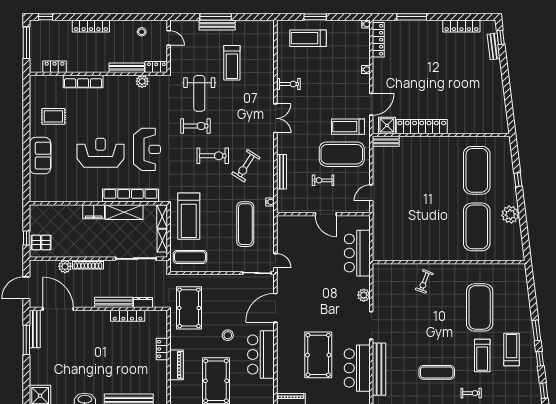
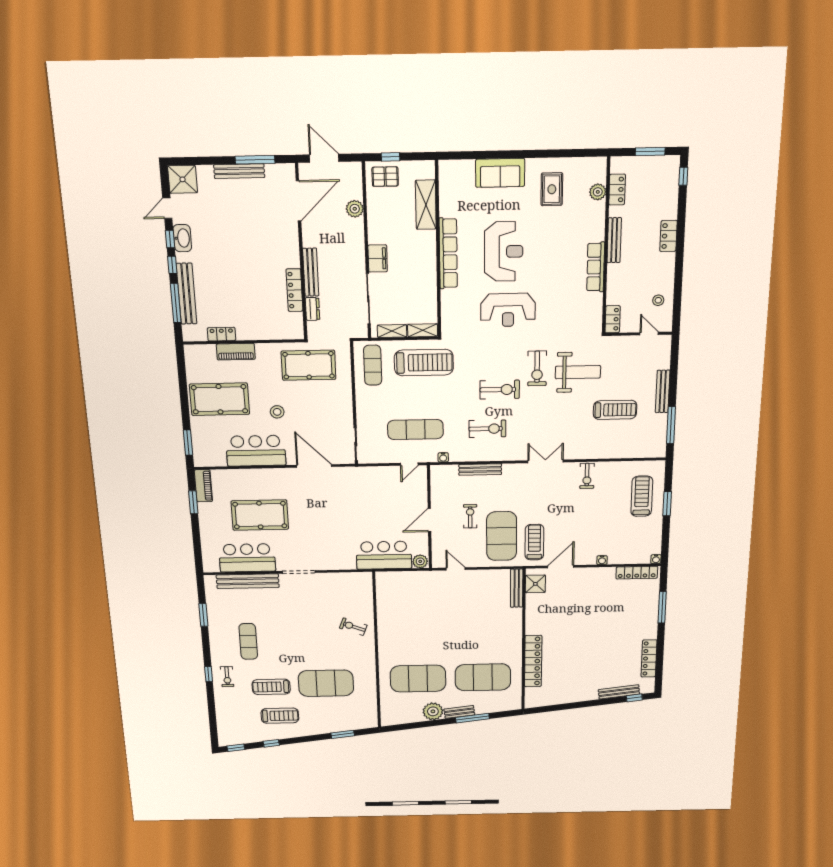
window: (216, 17) -> (671, 425), moved
locker: (91, 26) -> (669, 236), width x0.66
door: (169, 38) -> (649, 334), swing flipped
window: (26, 43) -> (650, 151), width x0.69
bench: (494, 46) -> (619, 692), width x1.36
treadmill: (232, 63) -> (615, 410), turned 180
bench: (127, 68) -> (614, 240), moved
row of seats: (83, 81) -> (596, 267), moved
plant: (142, 81) -> (598, 192), moved
weight bench: (199, 93) -> (578, 372), turned 180
door: (371, 104) -> (561, 567), swing flipped
double door: (275, 118) -> (545, 461), swing flipped
locker: (422, 127) -> (533, 661), moved
bench: (386, 141) -> (517, 588), width x1.36
exercise bike: (213, 156) -> (500, 390), turned -90
exercise bike: (246, 166) -> (487, 429), turned 147
window: (518, 180) -> (472, 718), width x2.17
bench: (511, 191) -> (459, 712), added
row of seats: (130, 196) -> (448, 253), moved
filing cabinet: (94, 212) -> (378, 258), moved, turned 180
shelving: (124, 212) -> (426, 205), moved
treadmill: (189, 216) -> (424, 363), turned 180
pallet: (41, 243) -> (385, 177), turned 90
door: (275, 261) -> (409, 464), moved
shoe rack: (88, 264) -> (358, 238), removed
plant: (364, 295) -> (420, 561), moved
bench: (35, 329) -> (239, 171), moved
window: (536, 330) -> (343, 734), moved
locker: (162, 349) -> (222, 334), moved

